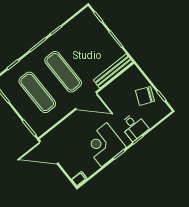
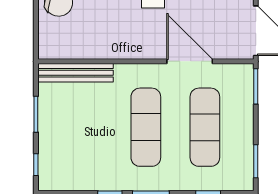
door: (86, 101) -> (190, 61), moved

